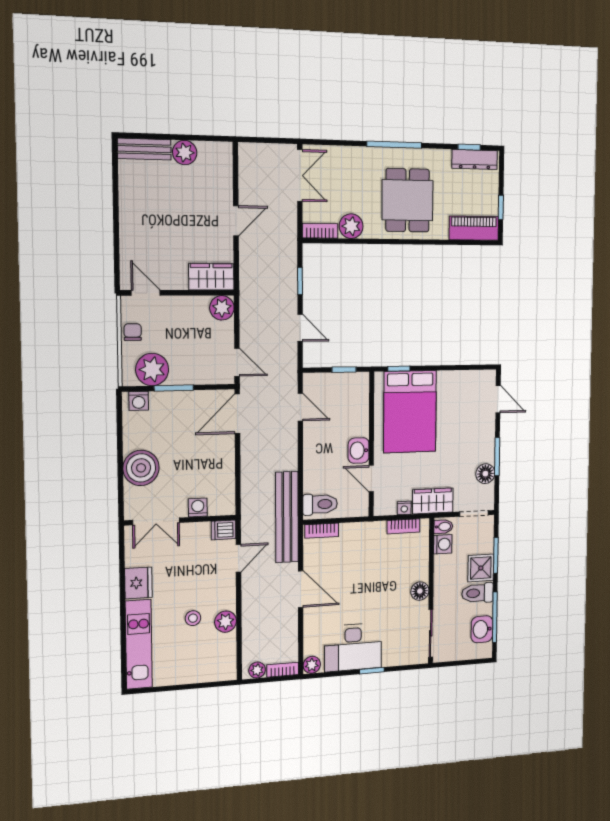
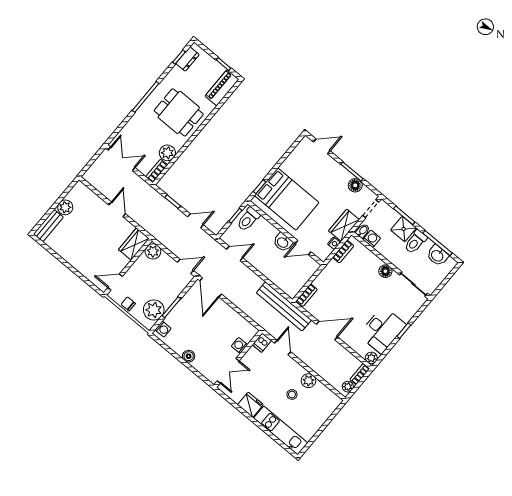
dresser: (475, 160) -> (188, 59), width x0.70
boiler: (141, 468) -> (189, 356), width x0.54, depth x0.54
toilet: (320, 504) -> (248, 219), moved, turned 180

